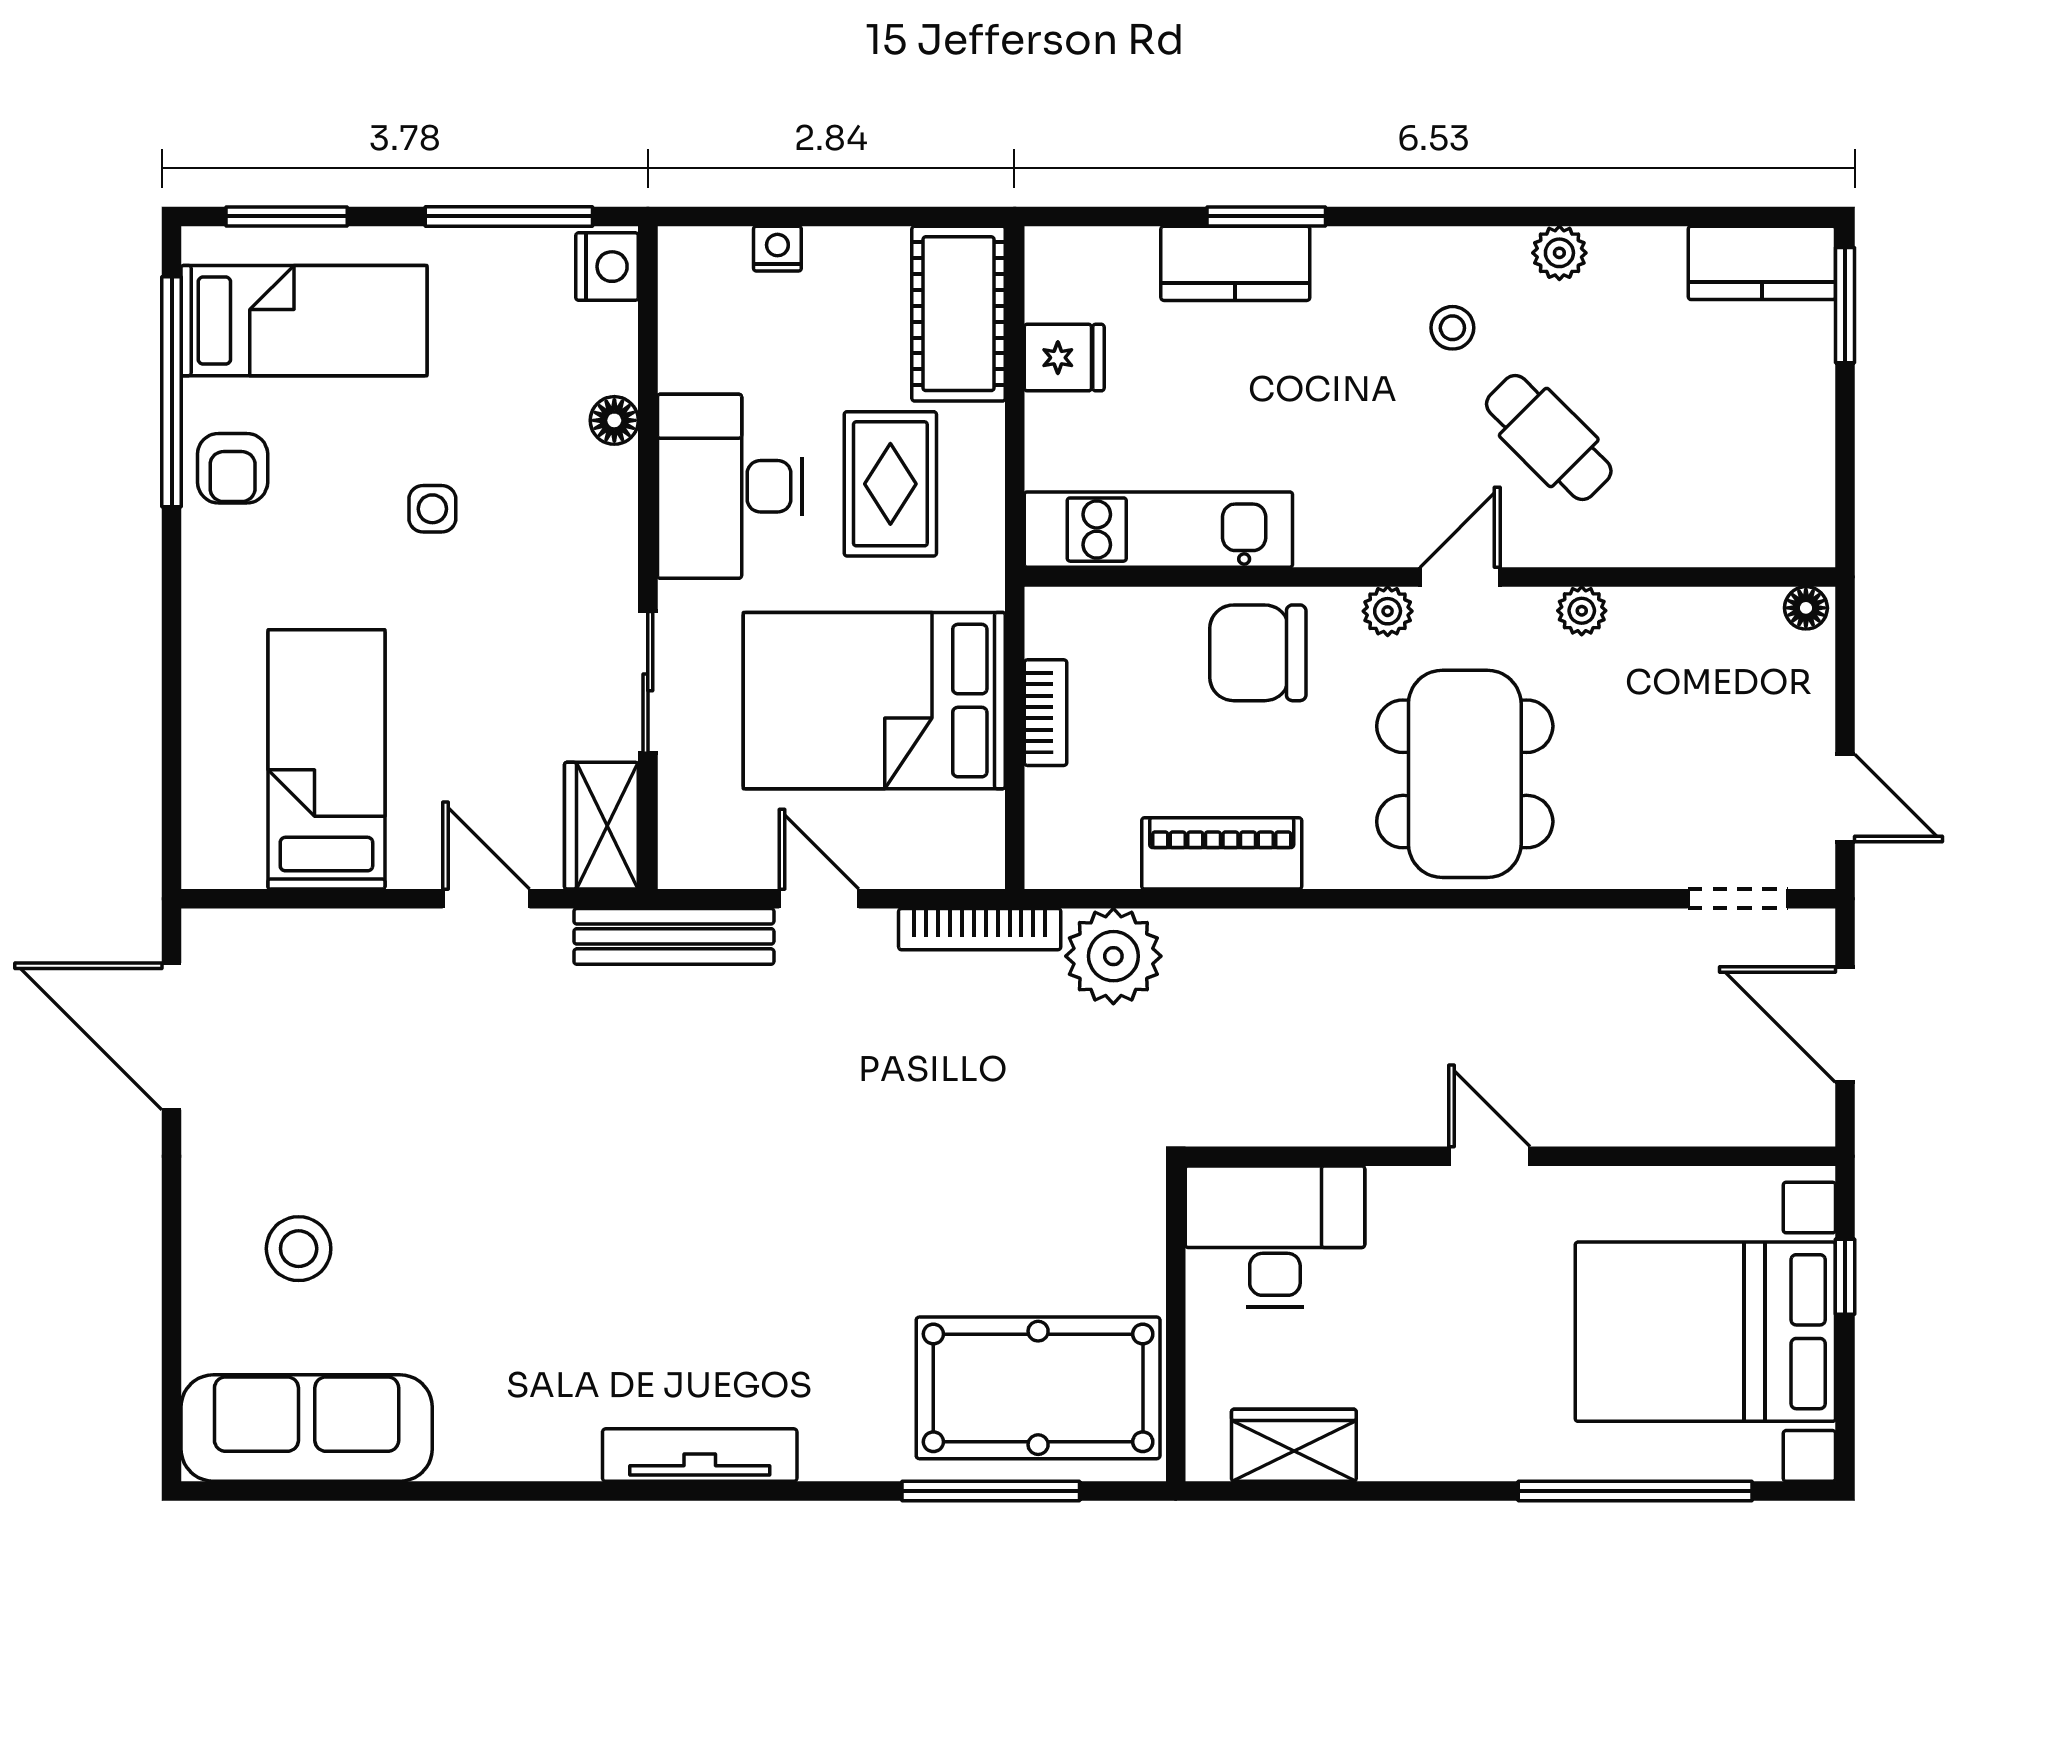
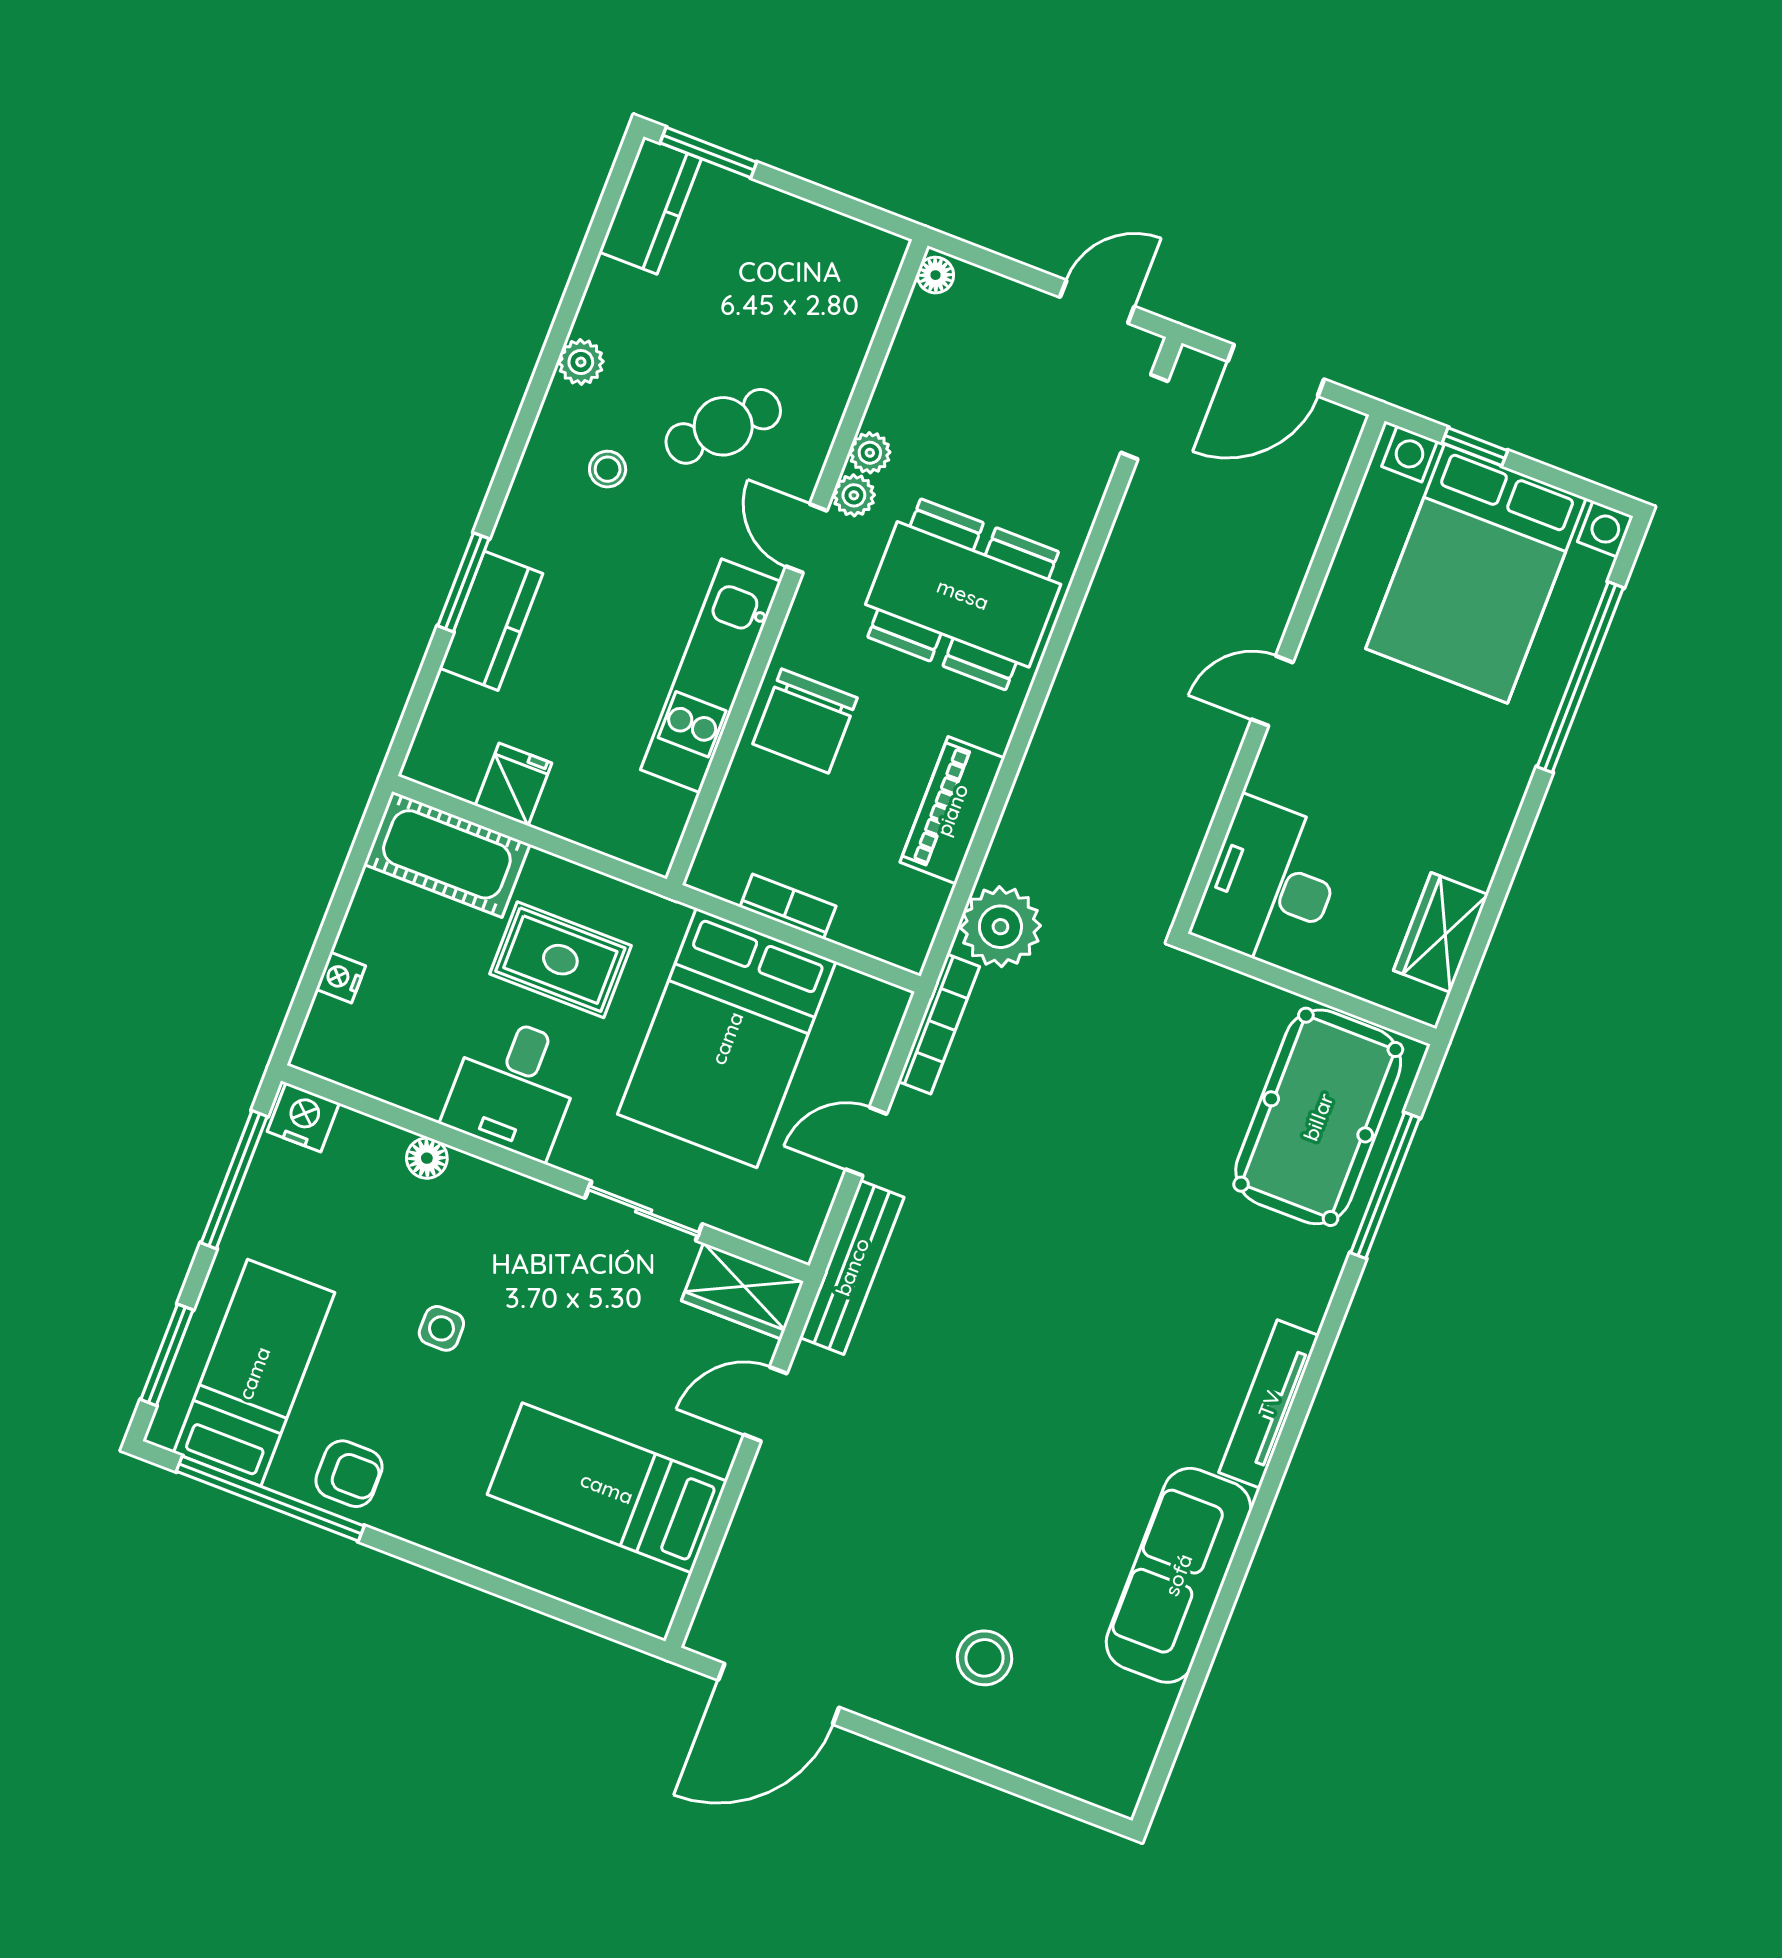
desk: (730, 486) -> (514, 1087), width x0.73
kitchen unit: (1158, 530) -> (711, 676), moved
plant: (1388, 611) -> (854, 495), moved
sofa: (307, 1428) -> (1178, 1575), moved

